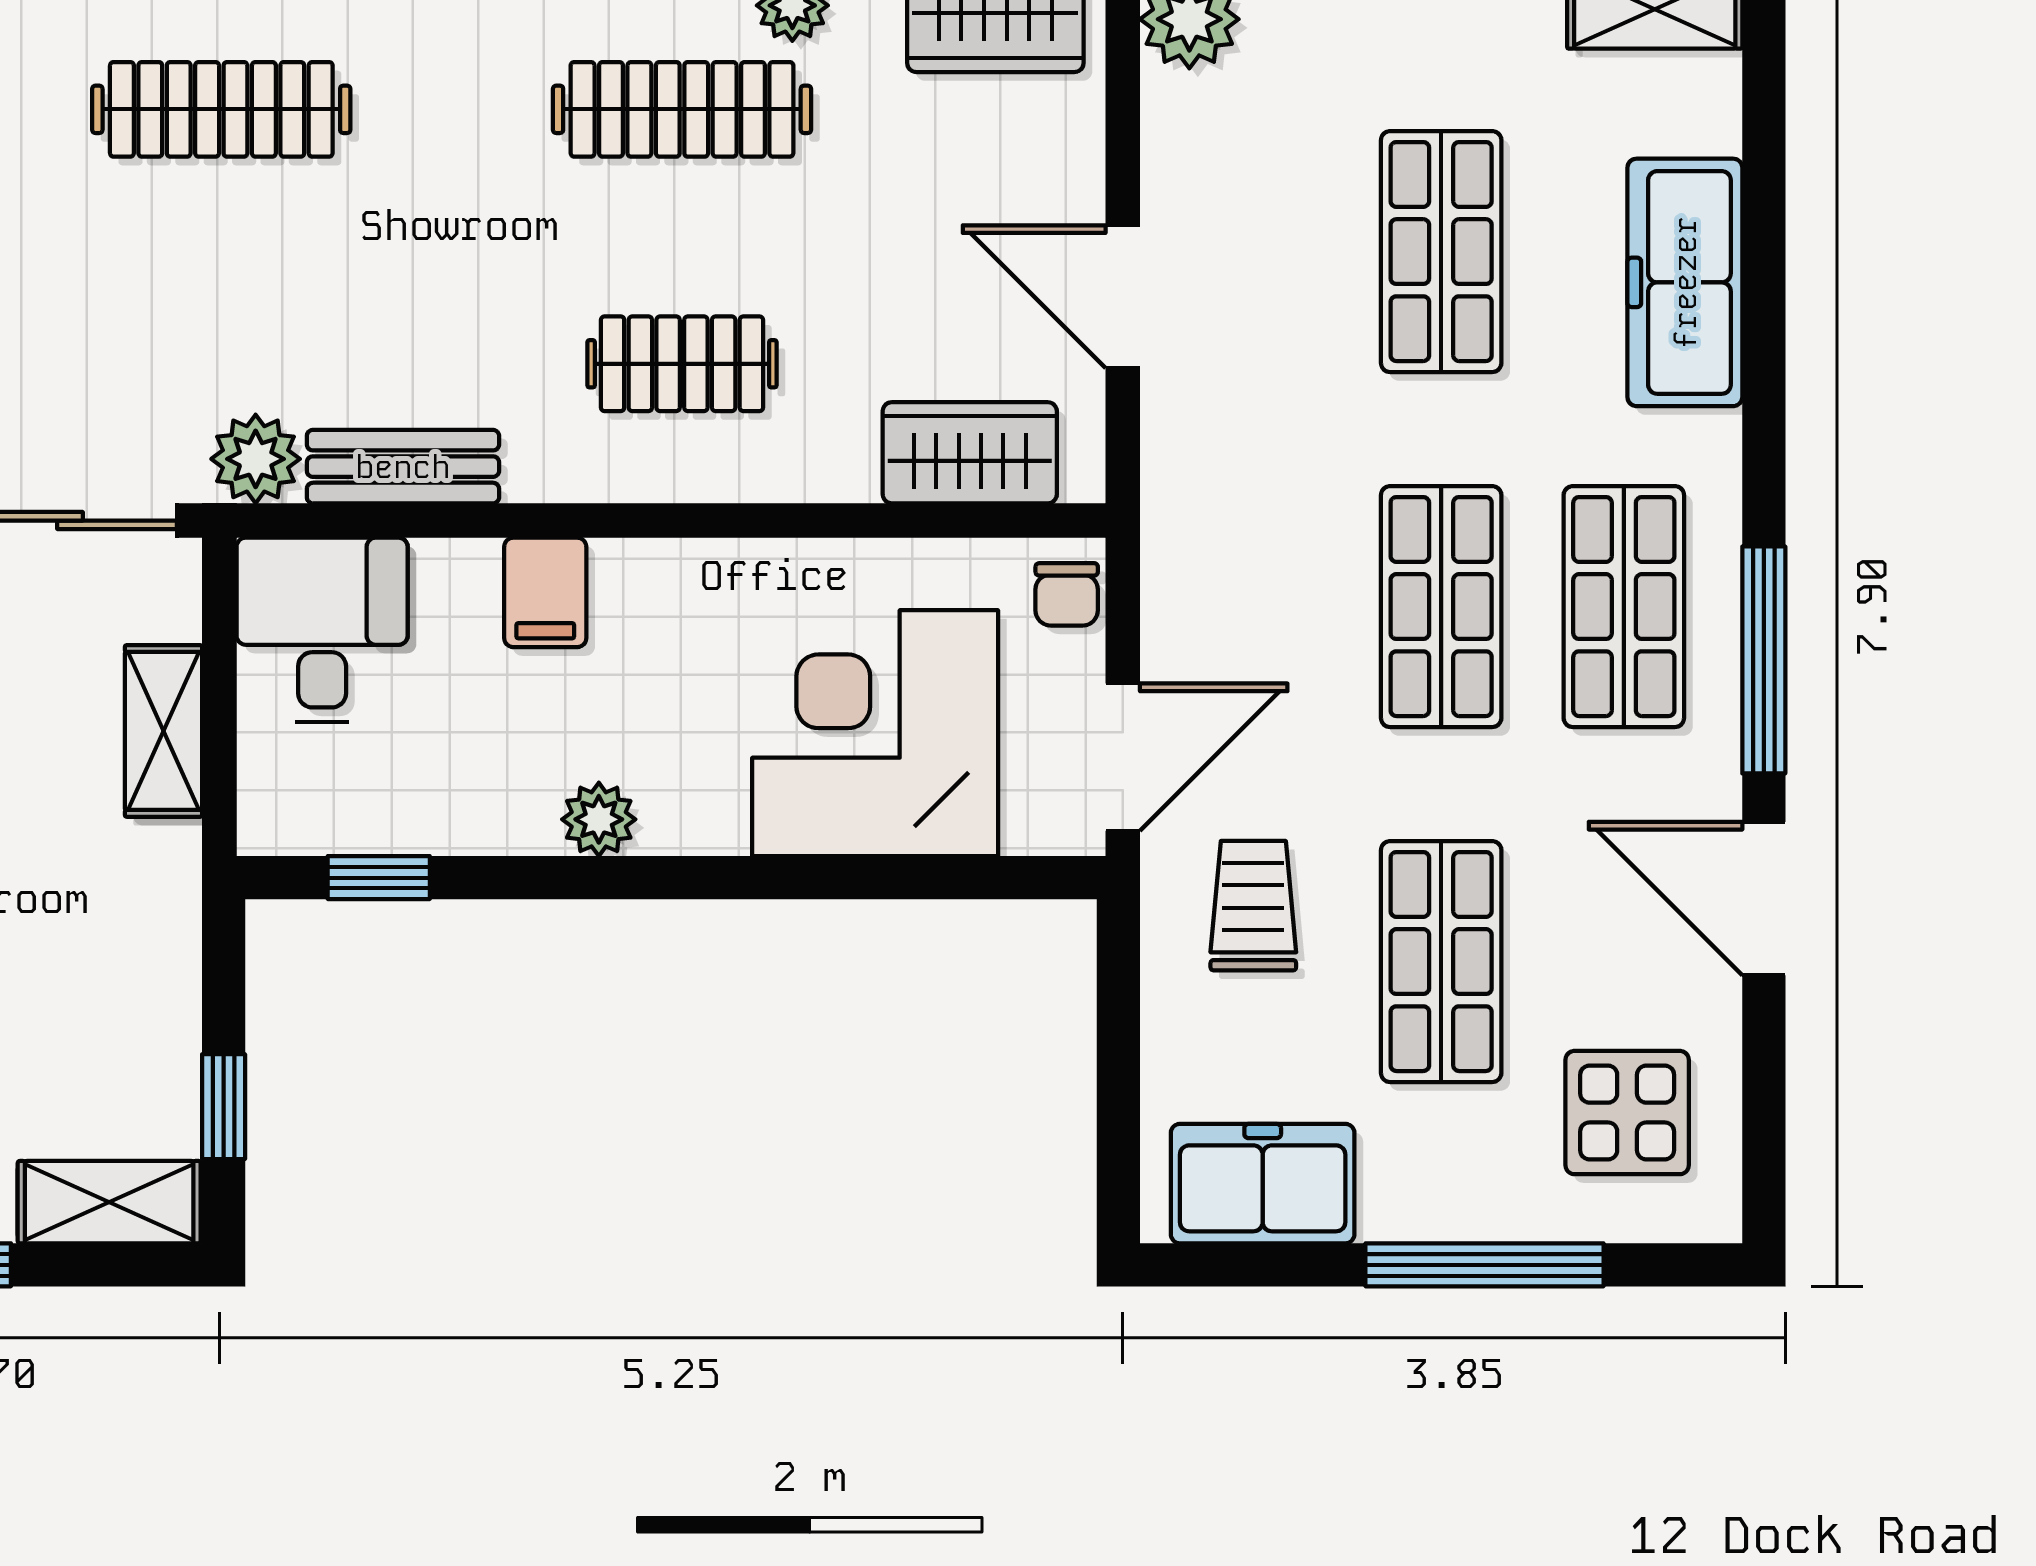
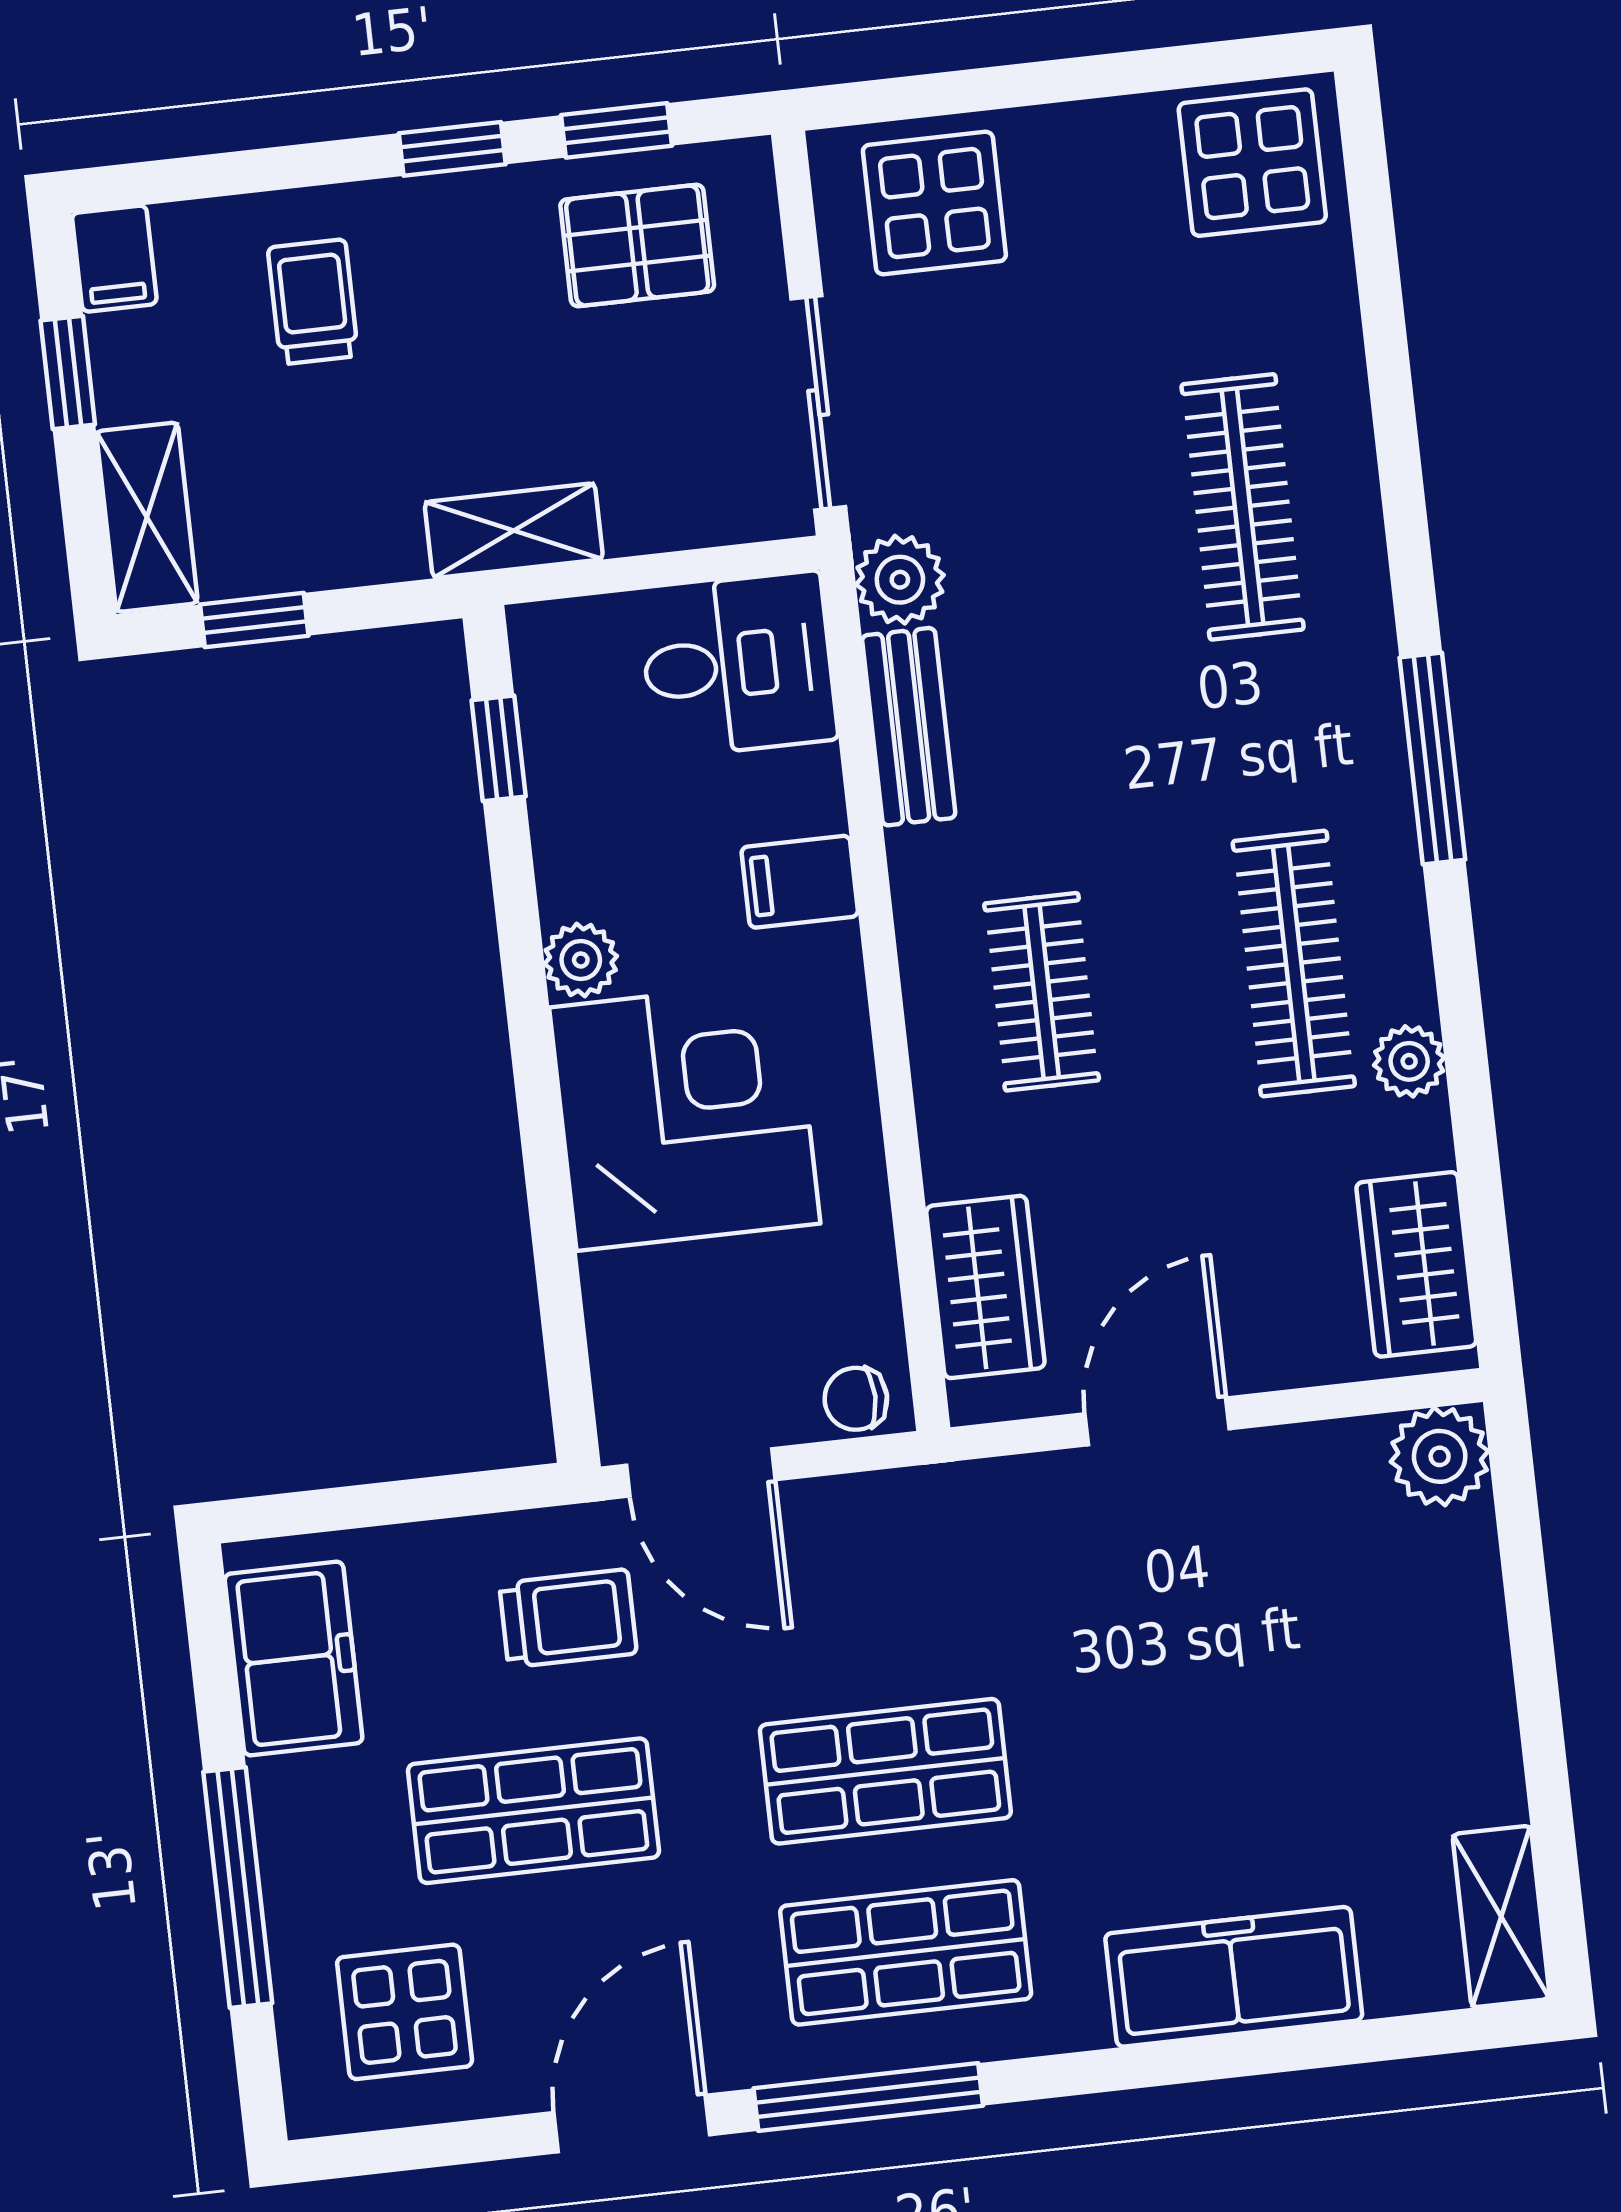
shop shelf: (1441, 252) -> (1237, 1732), removed
shelving: (163, 731) -> (514, 531), moved
corner desk: (875, 733) -> (685, 1115), moved

